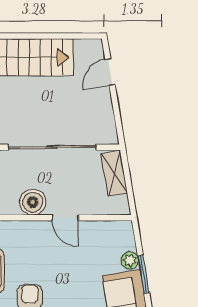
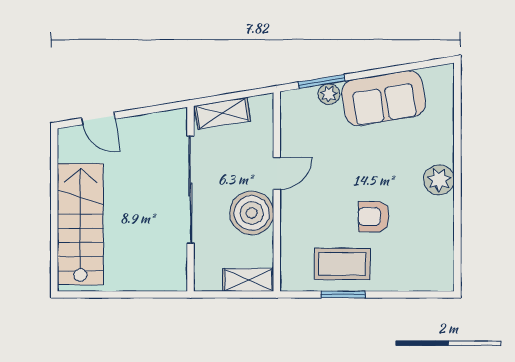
boiler: (33, 202) -> (252, 213), width x1.37, depth x1.37
window: (144, 274) -> (322, 81), moved

